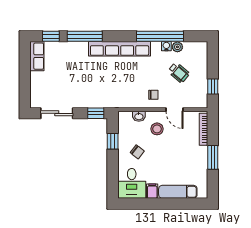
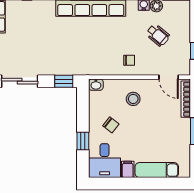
door: (174, 110) -> (169, 77), moved
washbasin: (139, 116) -> (96, 85), moved
window: (113, 141) -> (83, 141), moved

